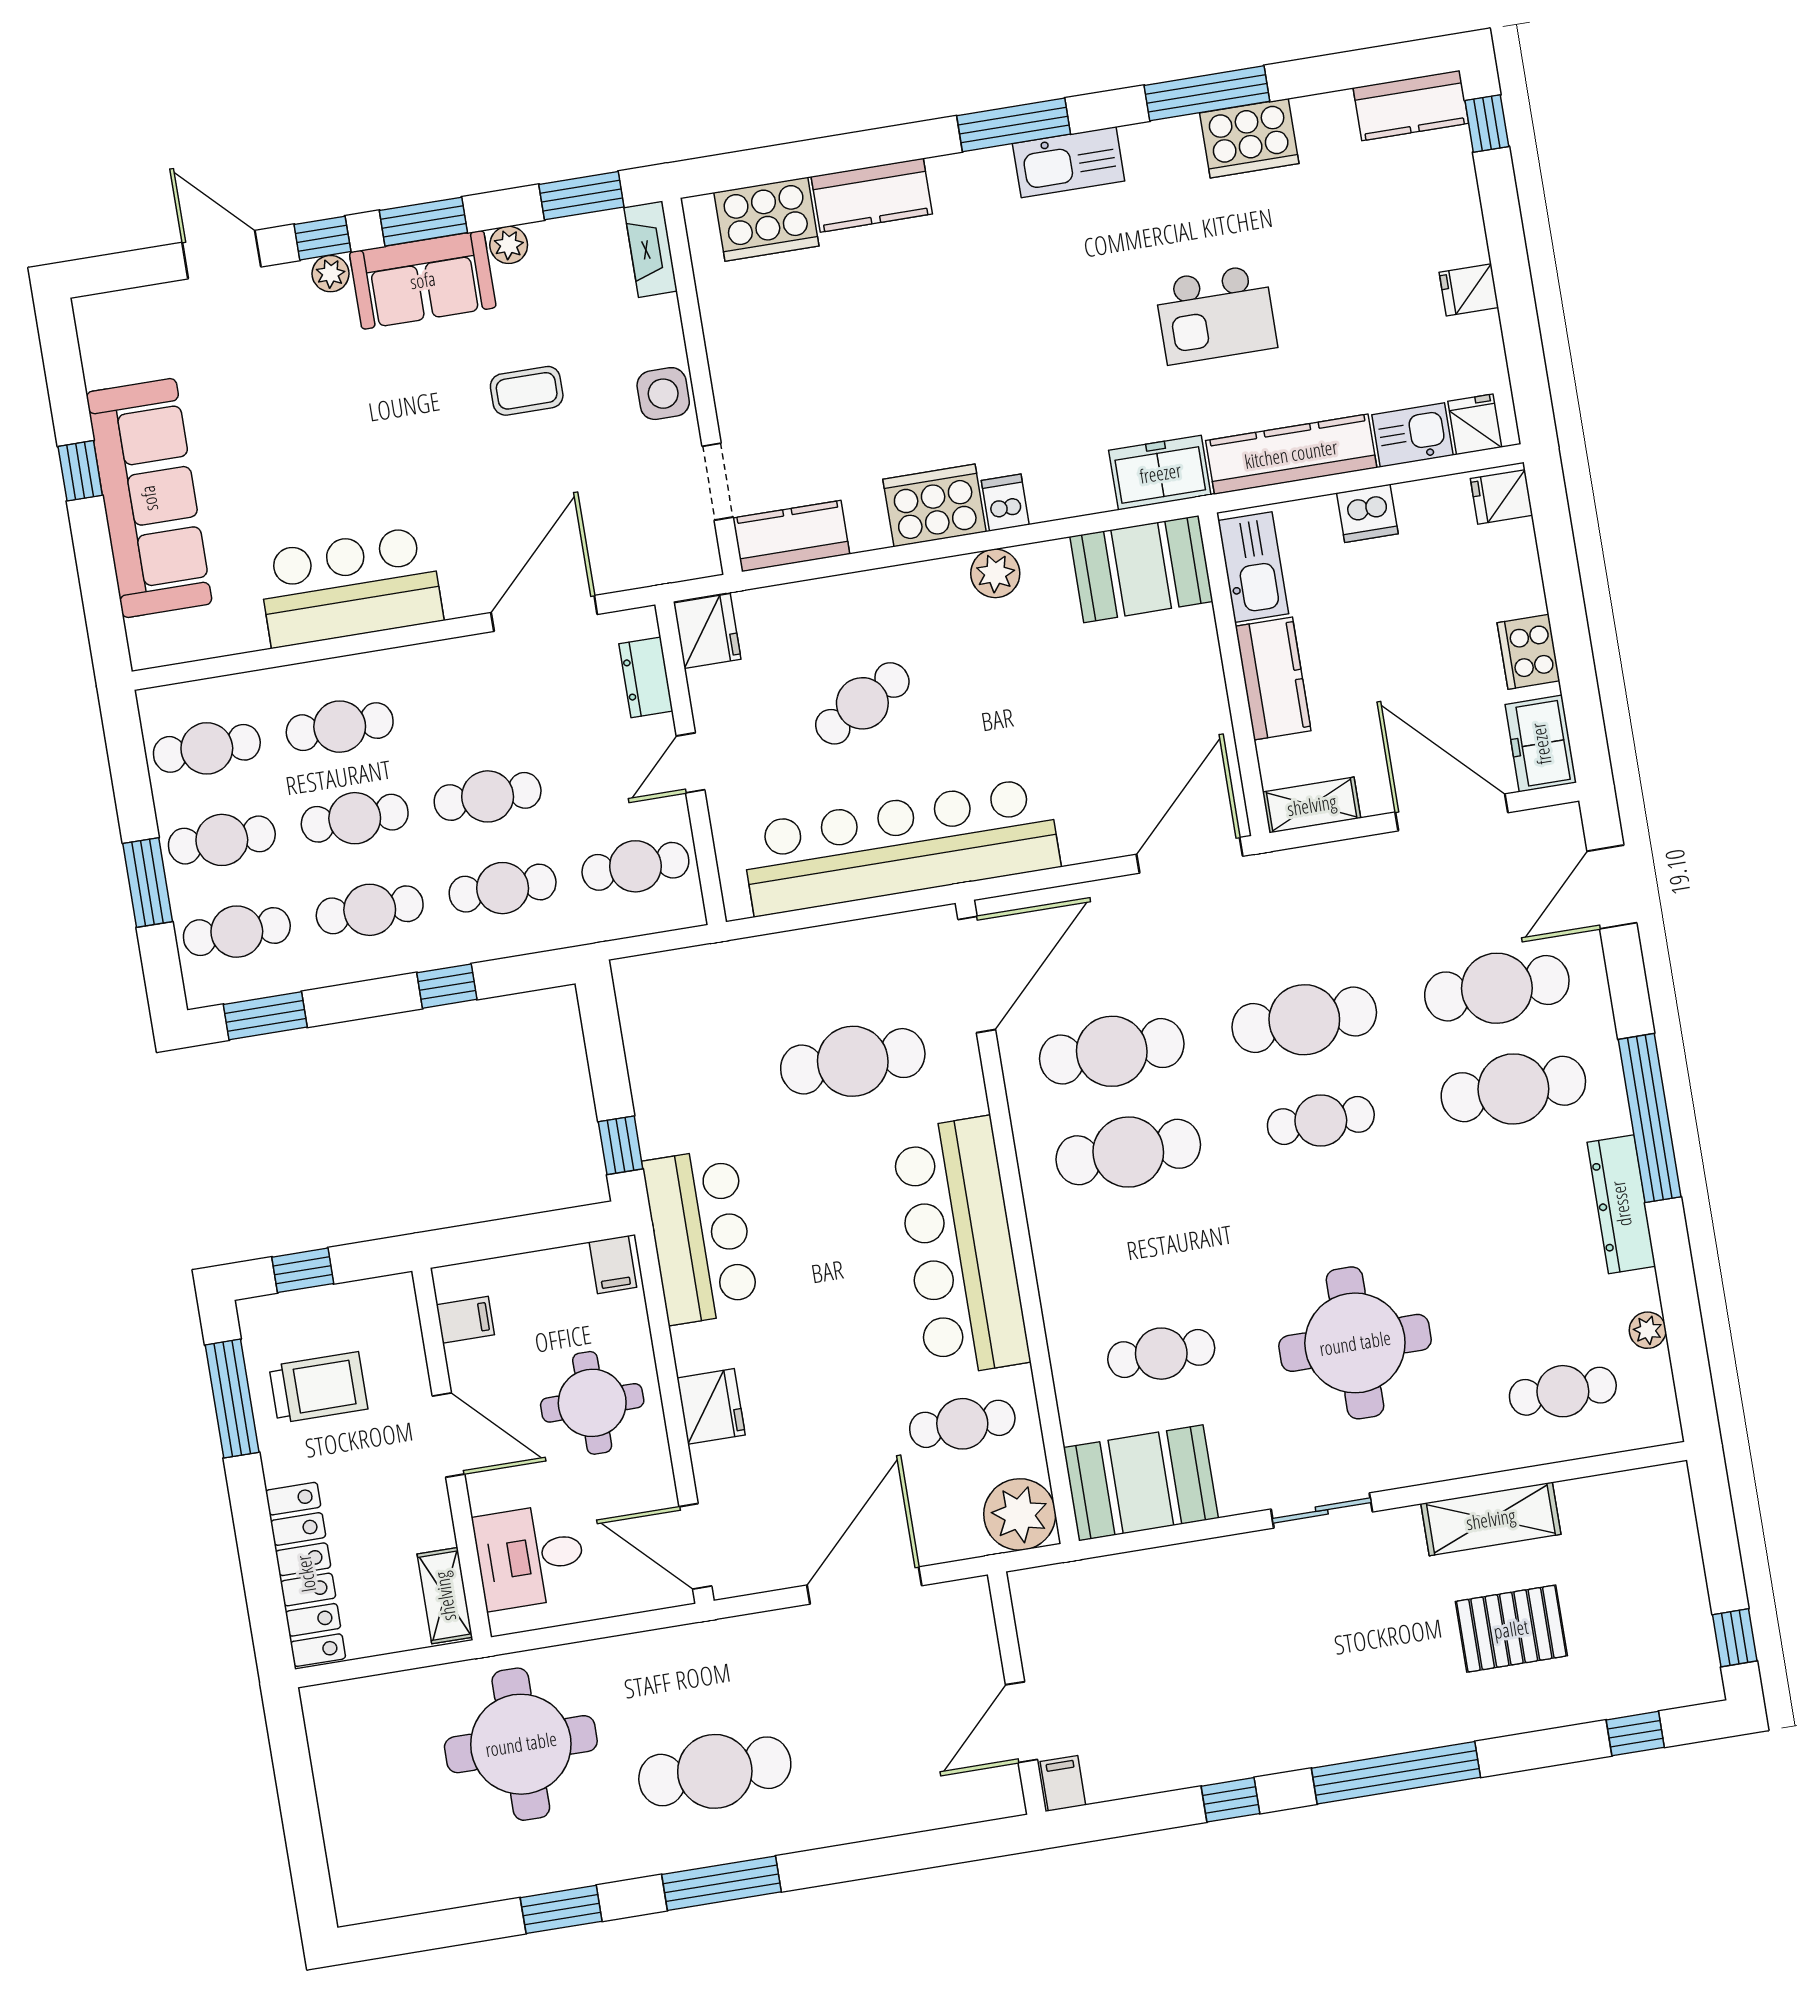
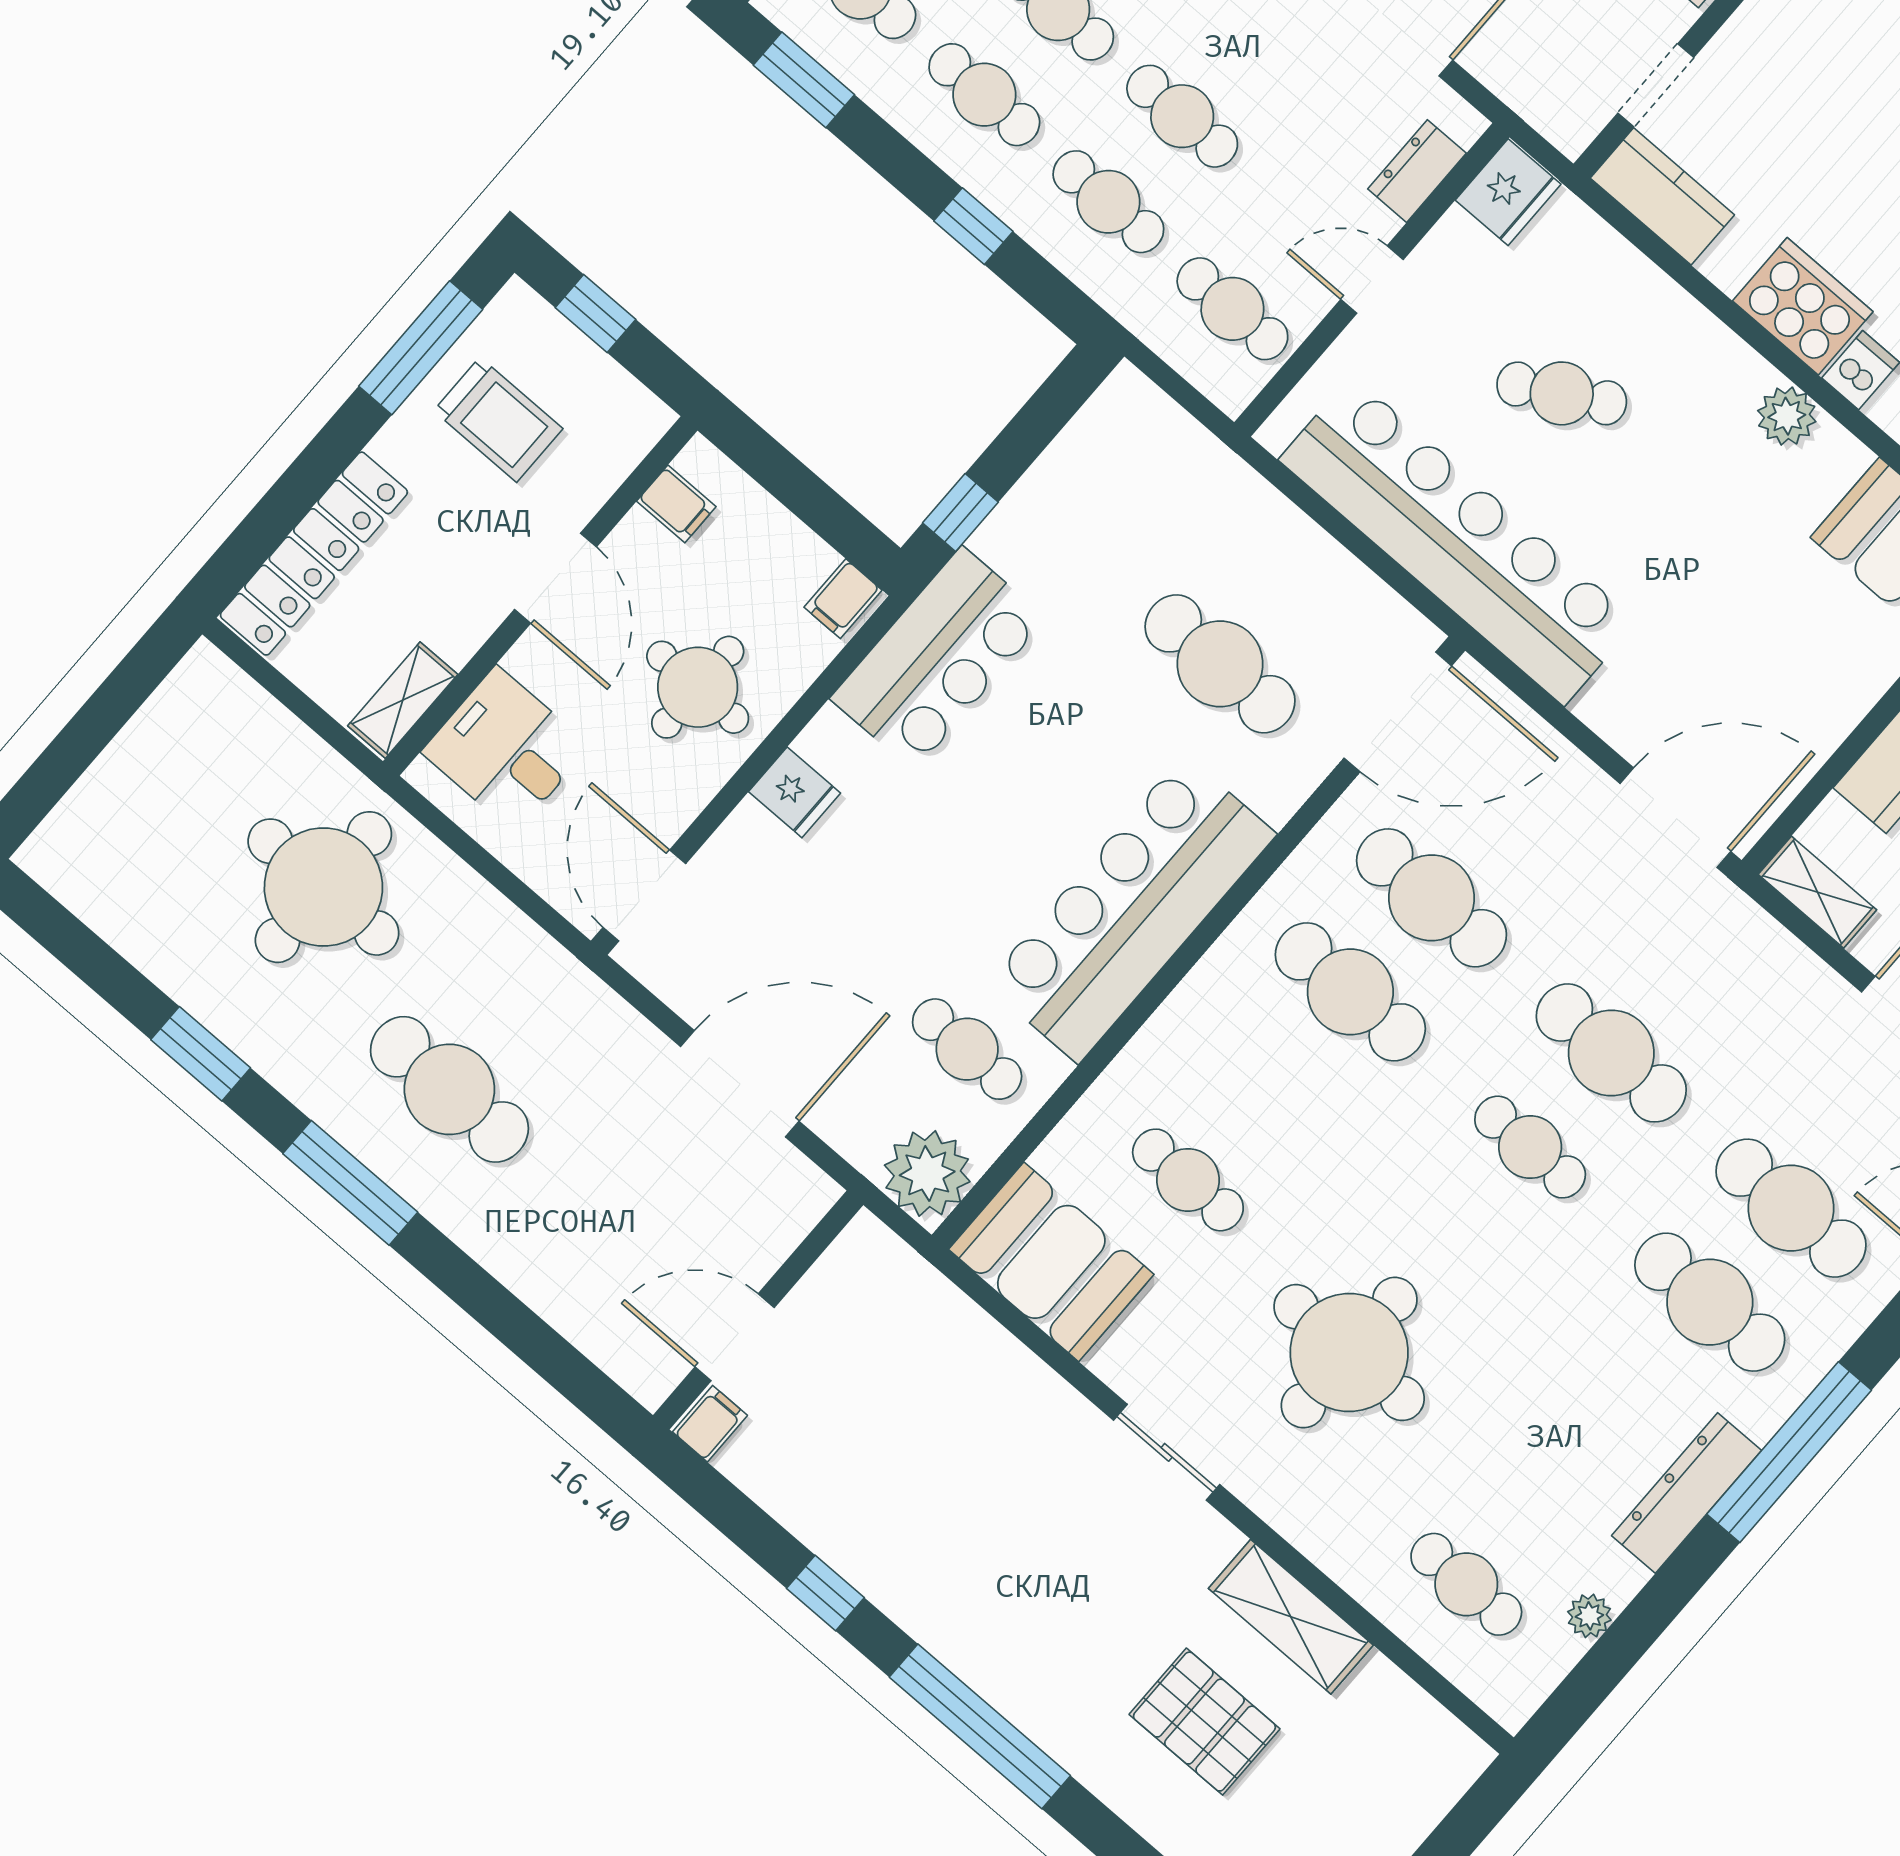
fridge: (711, 1406) -> (795, 792), width x0.72

